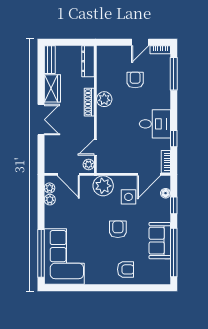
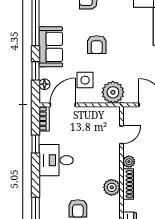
plant: (89, 164) -> (129, 162), moved
sofa: (160, 241) -> (51, 47), moved

